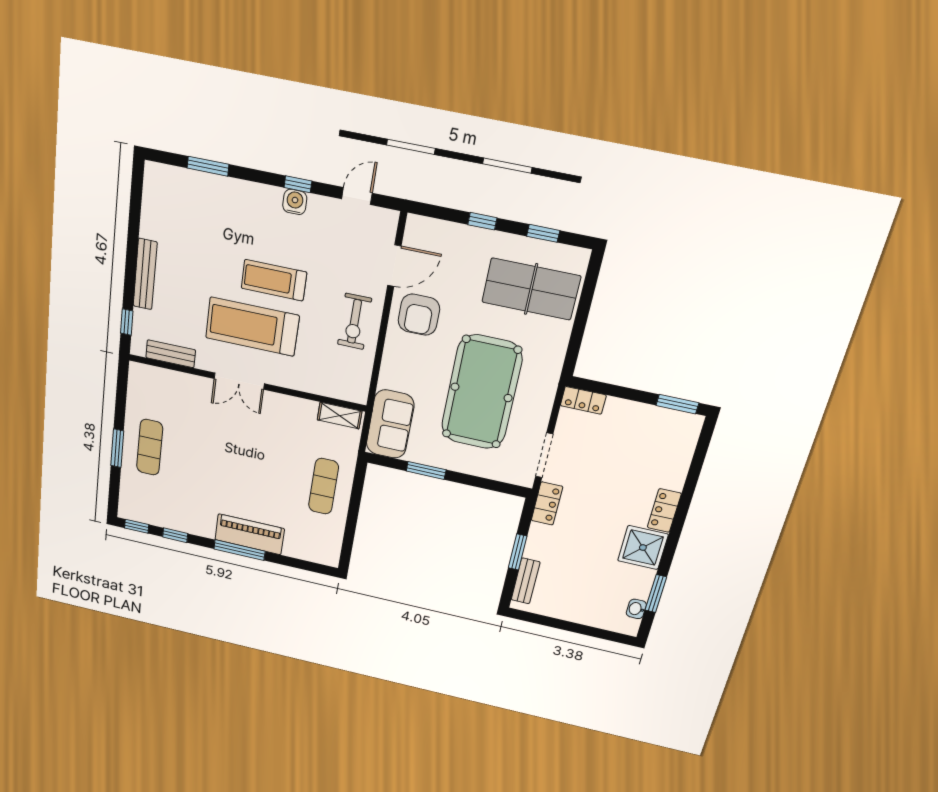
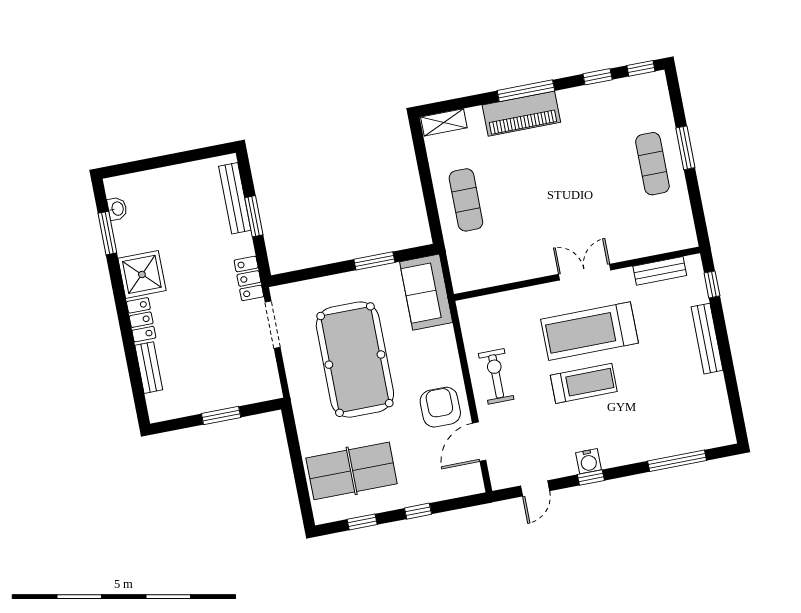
window: (208, 166) -> (677, 461), width x1.44
treadmill: (252, 327) -> (589, 331), turned 180
locker: (583, 400) -> (262, 392), removed
window: (677, 404) -> (221, 415), moved
shelving: (340, 416) -> (444, 122), moved
bench: (680, 467) -> (149, 368), added
bench: (526, 581) -> (235, 198), width x1.36

